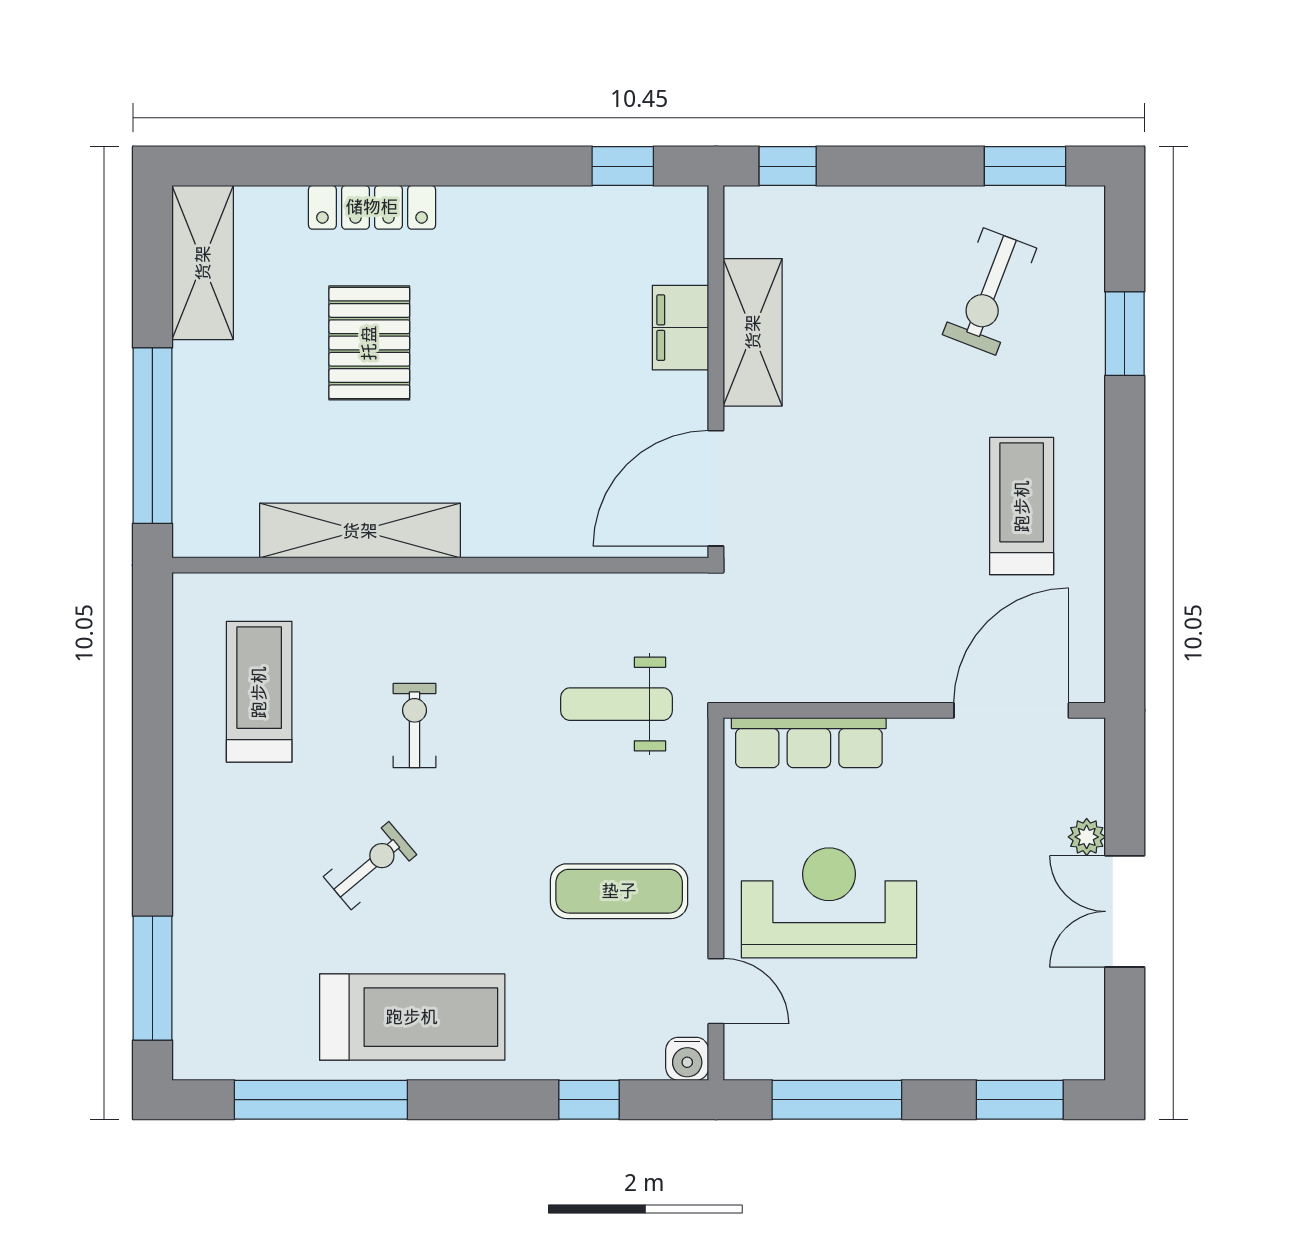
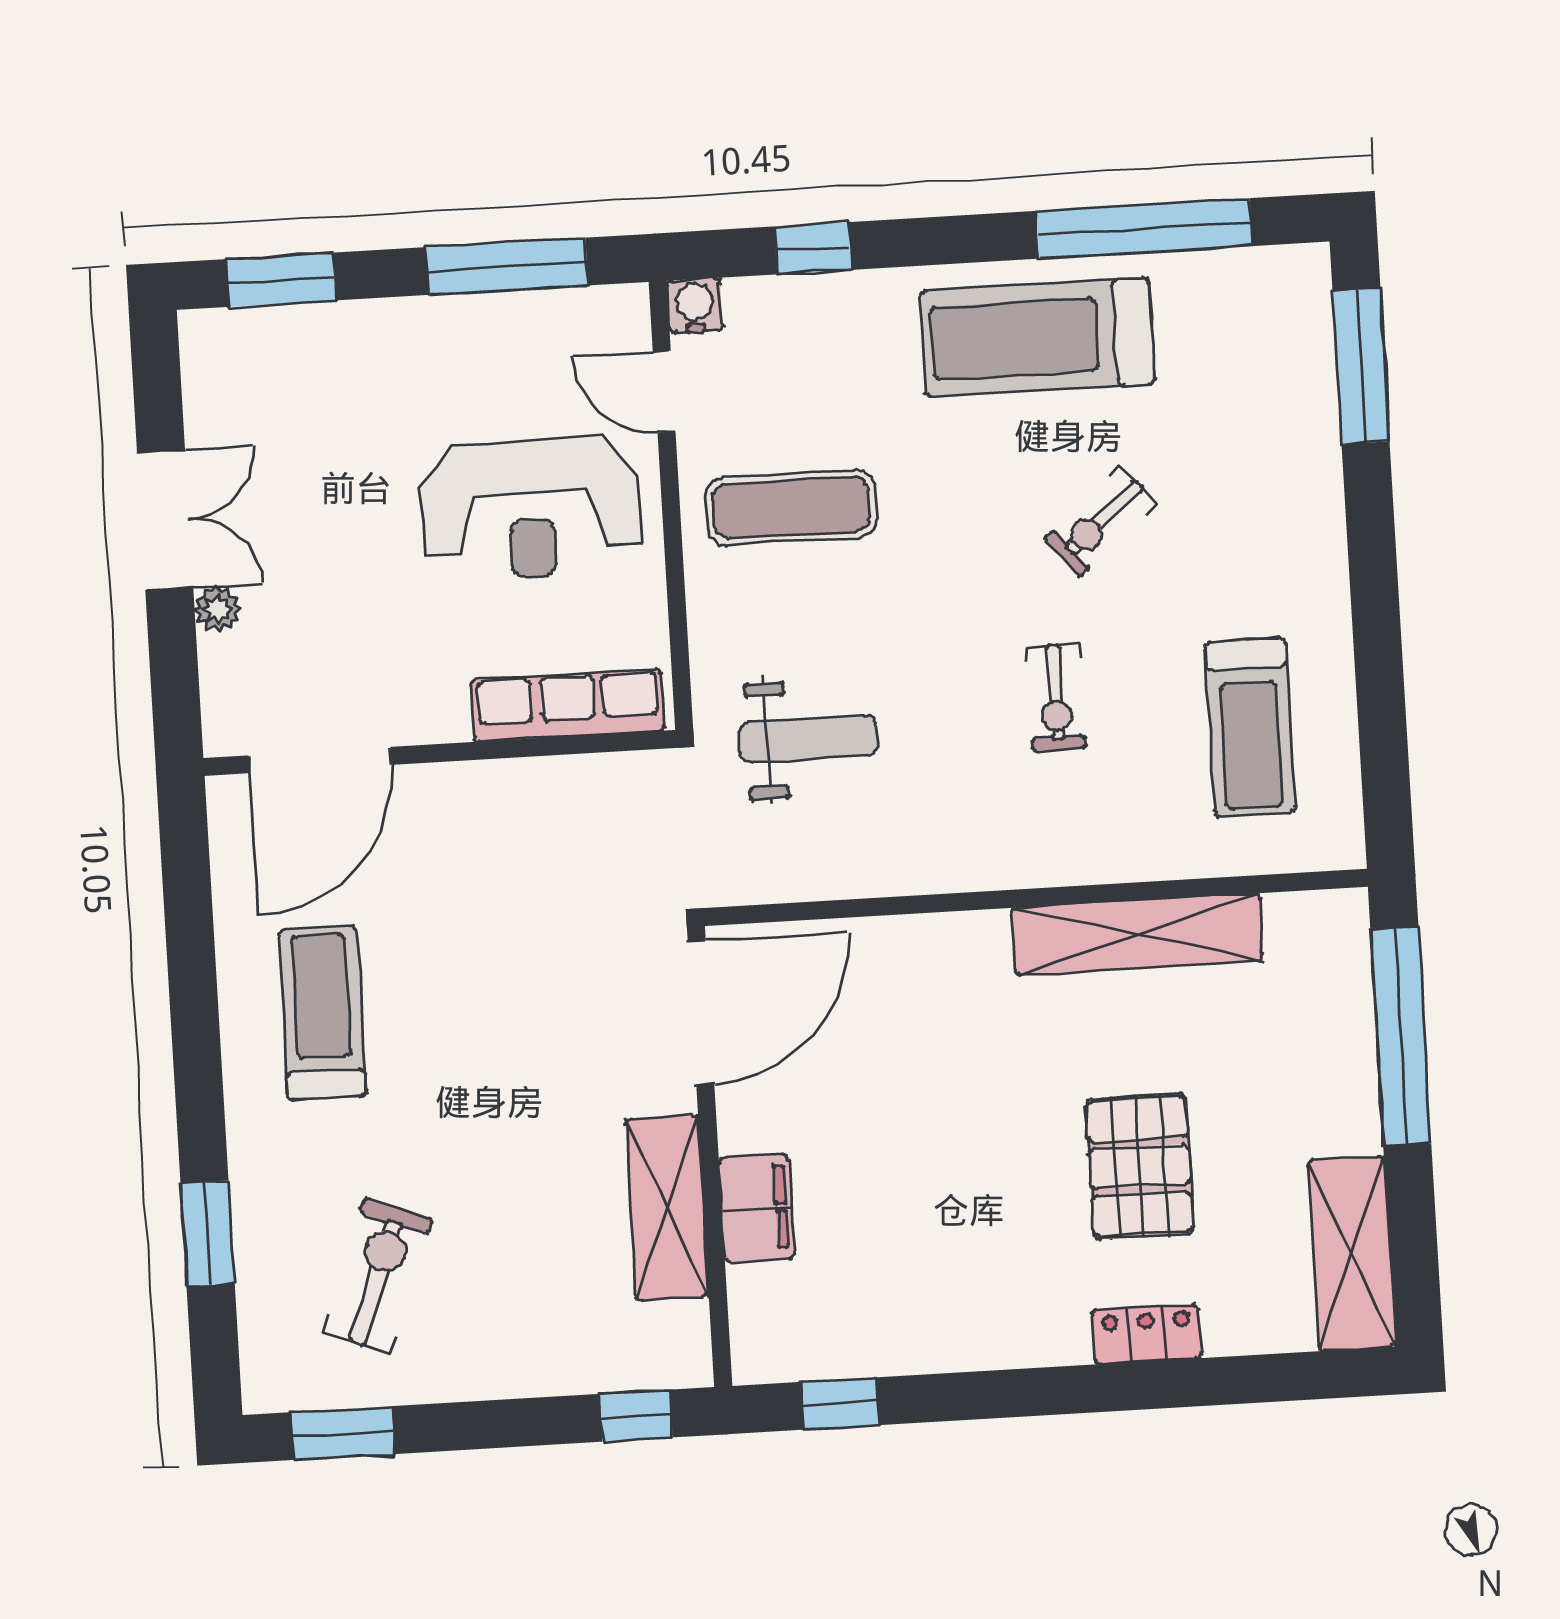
locker: (372, 207) -> (1146, 1334), width x0.66
treadmill: (1022, 506) -> (322, 1013), turned 180

